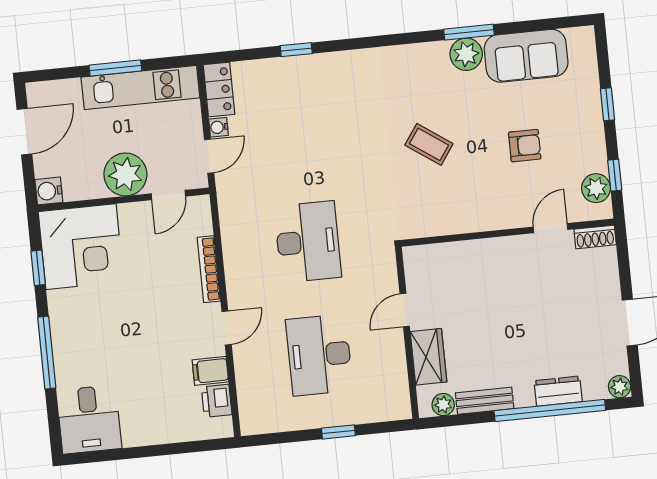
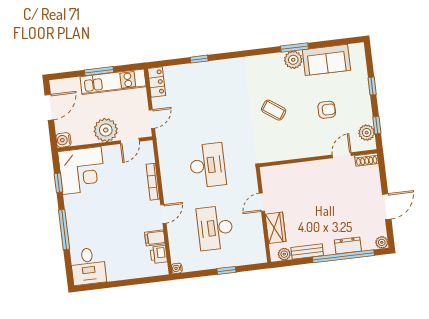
water cooler: (219, 127) -> (177, 268), moved

